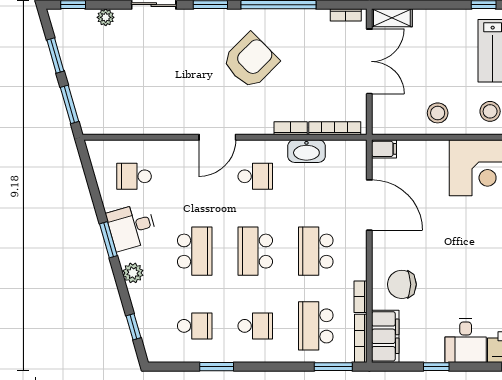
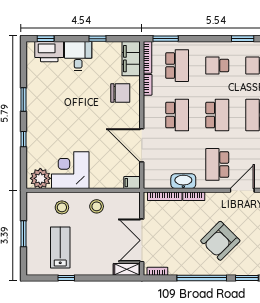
school desk: (255, 176) -> (217, 164), width x1.85

